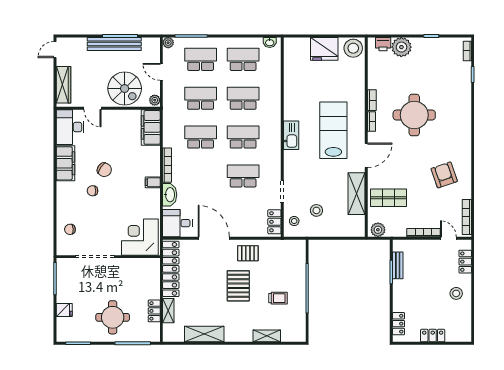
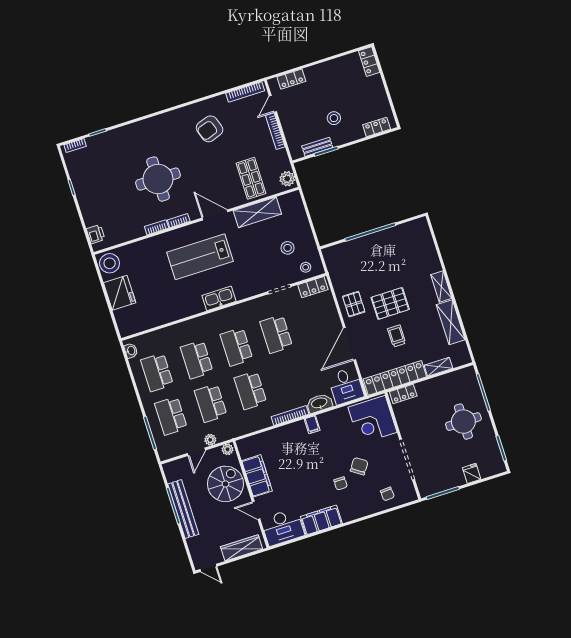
plant: (168, 43) -> (210, 440), moved
plant: (401, 47) -> (93, 214), removed
door: (93, 108) -> (256, 510), swing flipped
filing cabinet: (151, 127) -> (257, 476), moved, turned -90
chair: (104, 170) -> (359, 466), moved
stool: (456, 293) -> (334, 118), moved
trolley: (278, 298) -> (397, 336), moved
locker: (154, 311) -> (403, 394), moved
shelving: (267, 336) -> (441, 287), moved
locker: (433, 336) -> (369, 62), moved

